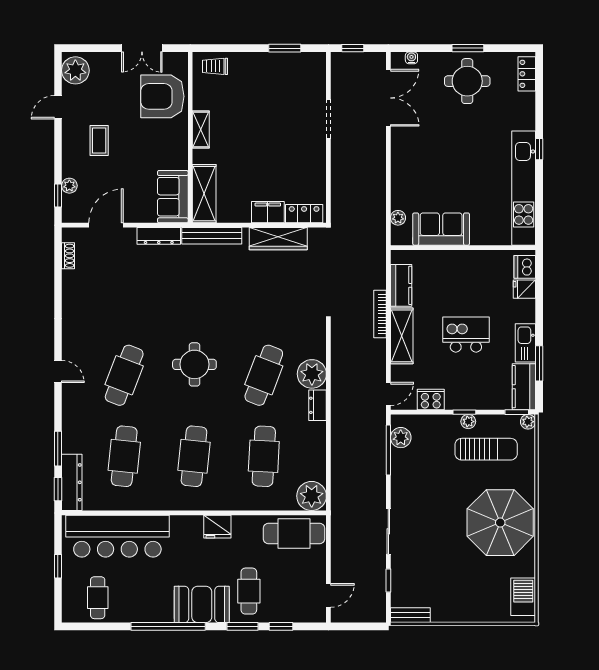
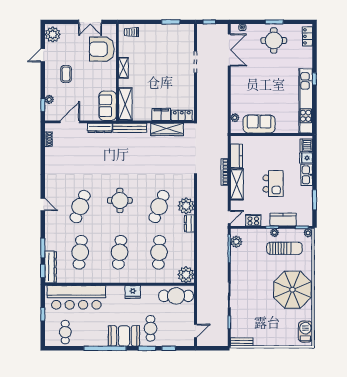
kitchen island: (466, 335) -> (273, 184), turned 90
kitchen sink: (525, 343) -> (307, 175), moved
kitchen counter: (524, 387) -> (283, 220), moved, turned 90

